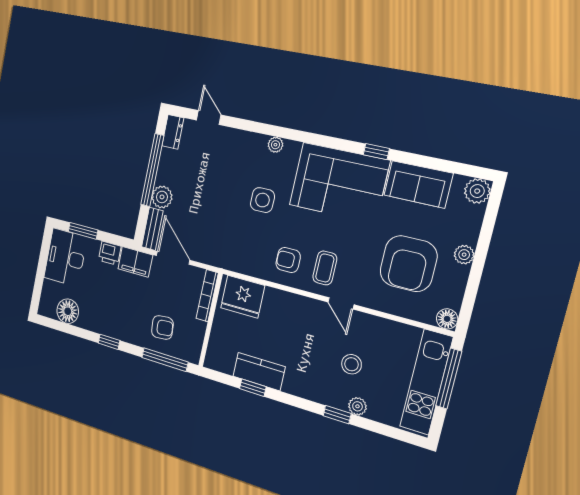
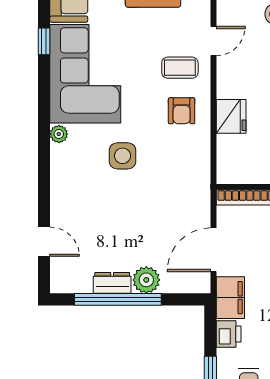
door: (209, 118) -> (44, 242), swing flipped
dresser: (173, 132) -> (112, 283), moved
plant: (275, 145) -> (59, 134), moved
bench: (152, 229) -> (186, 284), removed
fridge: (243, 297) -> (231, 116), moved, width x0.73, depth x0.75

